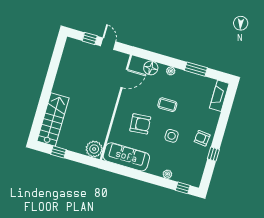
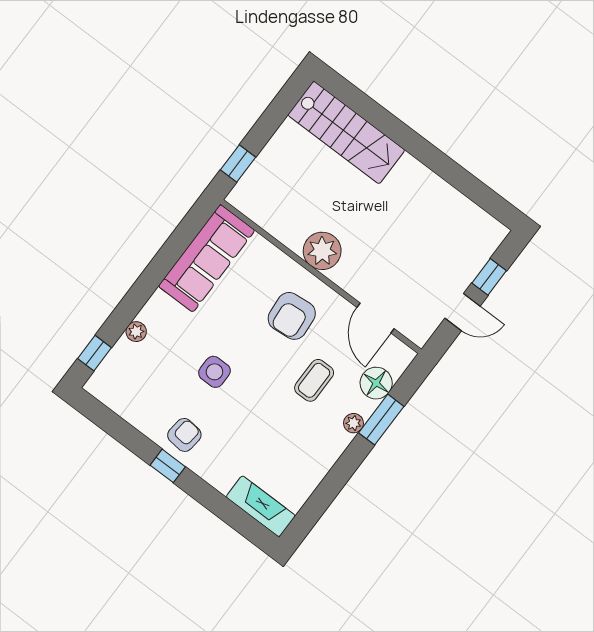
window: (196, 69) -> (381, 420), moved
coffee table: (167, 105) -> (314, 380), moved
armchair: (140, 124) -> (292, 316), moved
plant: (94, 149) -> (322, 251), moved
window: (58, 152) -> (238, 163), moved
window: (213, 154) -> (168, 466), moved

